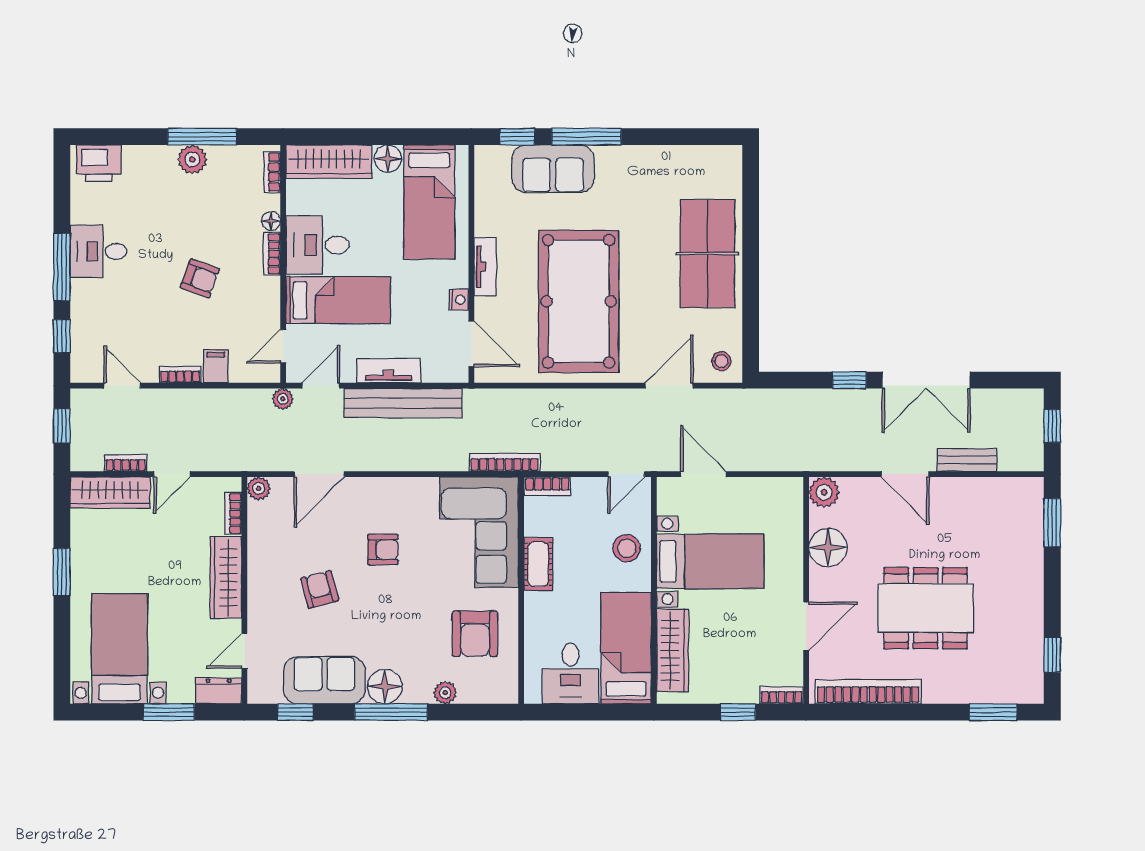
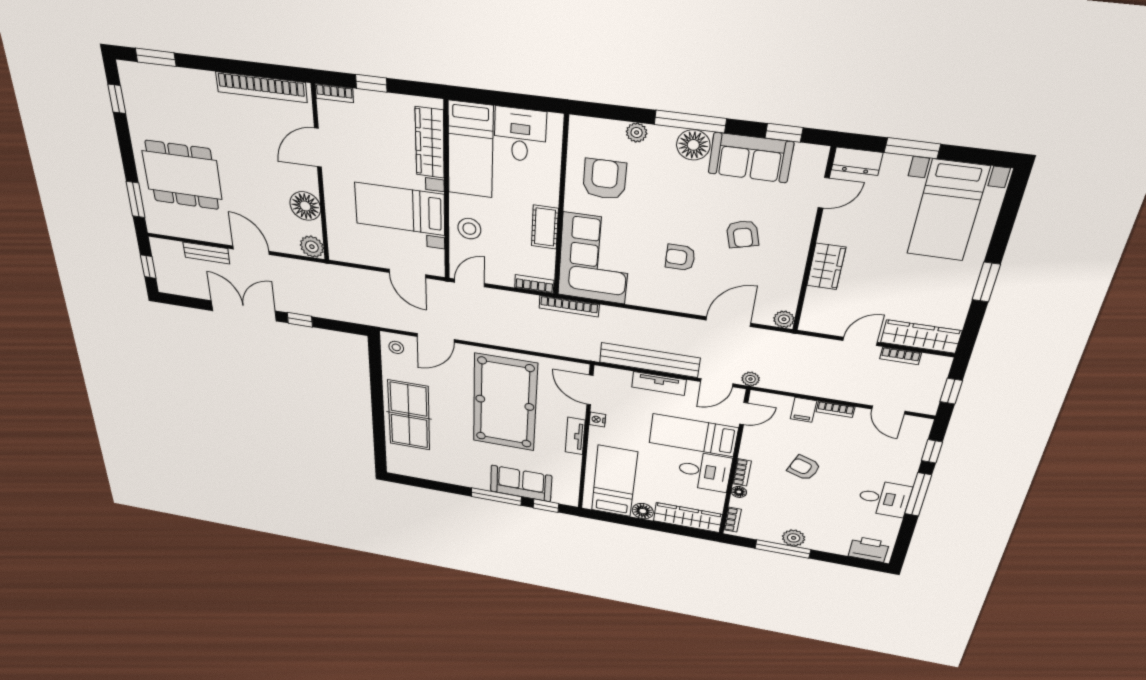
bookcase: (233, 513) -> (811, 304), removed
wardrobe: (226, 578) -> (826, 266), width x0.67
dining table: (926, 608) -> (182, 175), moved

